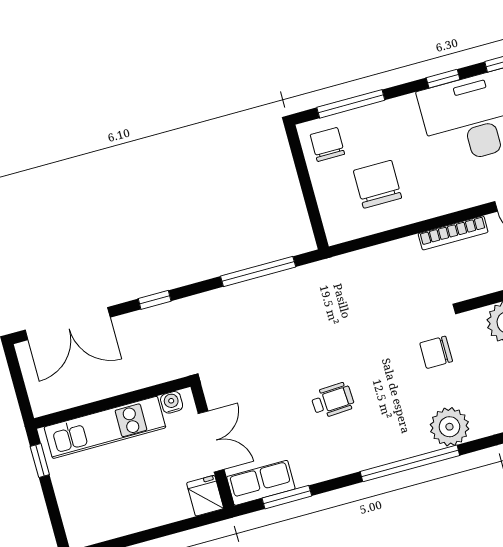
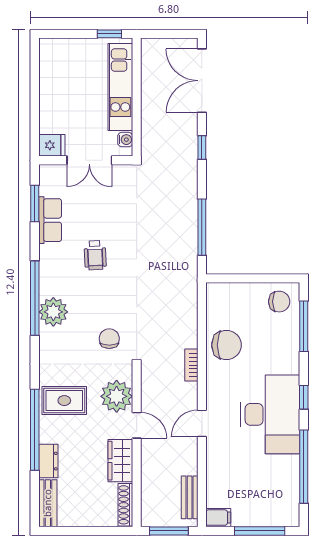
chair: (378, 184) -> (227, 345), moved
bookcase: (453, 233) -> (191, 365), width x0.64
plant: (449, 427) -> (53, 312), moved
row of seats: (261, 483) -> (50, 220), moved

